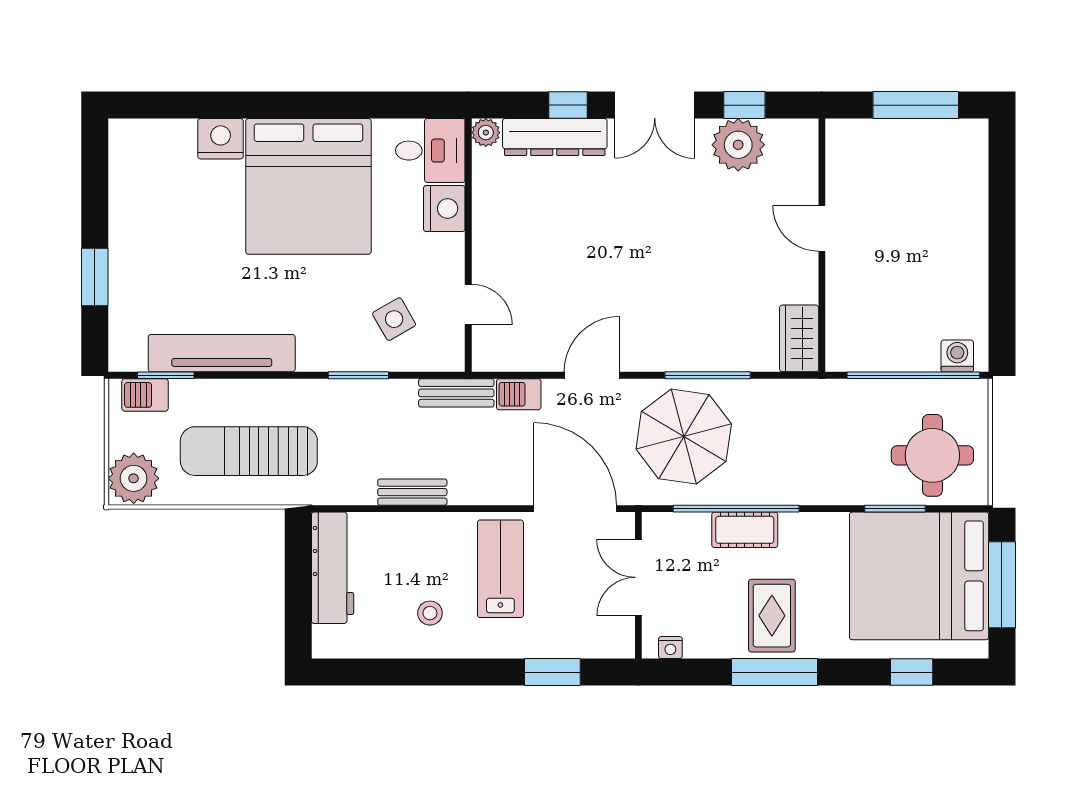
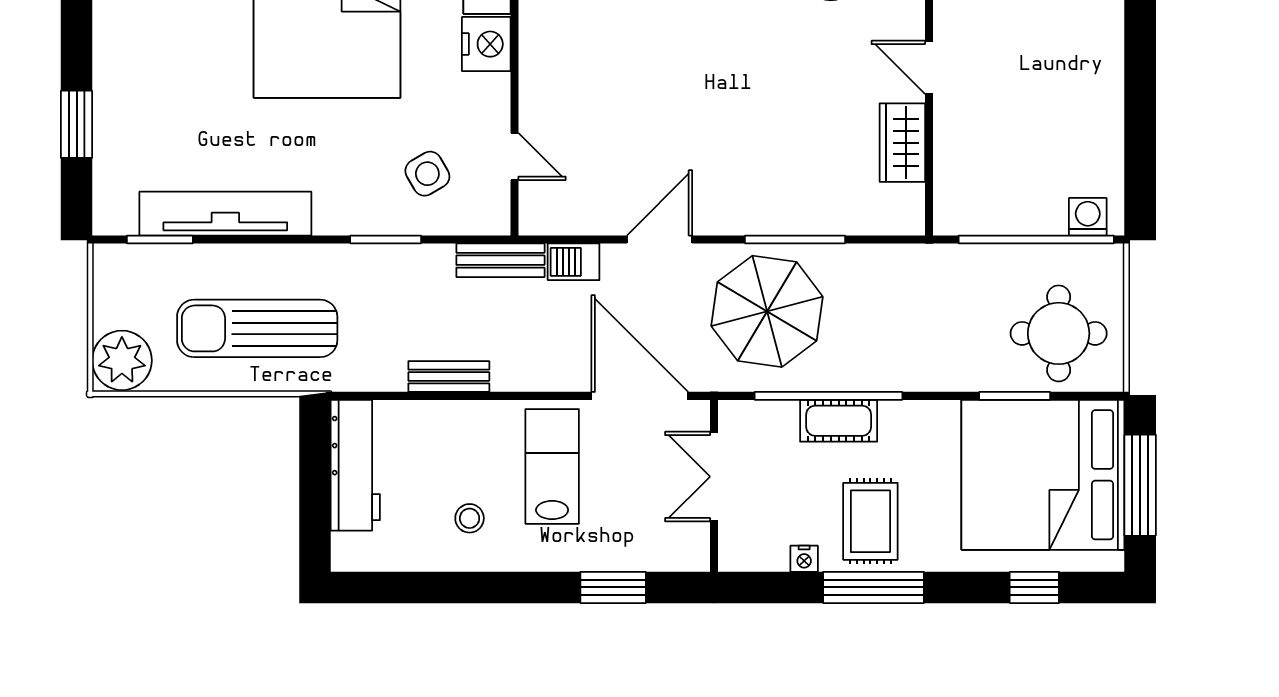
wardrobe: (799, 338) -> (902, 143), moved
barbecue: (145, 395) -> (135, 263), removed
nightstand: (670, 648) -> (804, 559), moved

